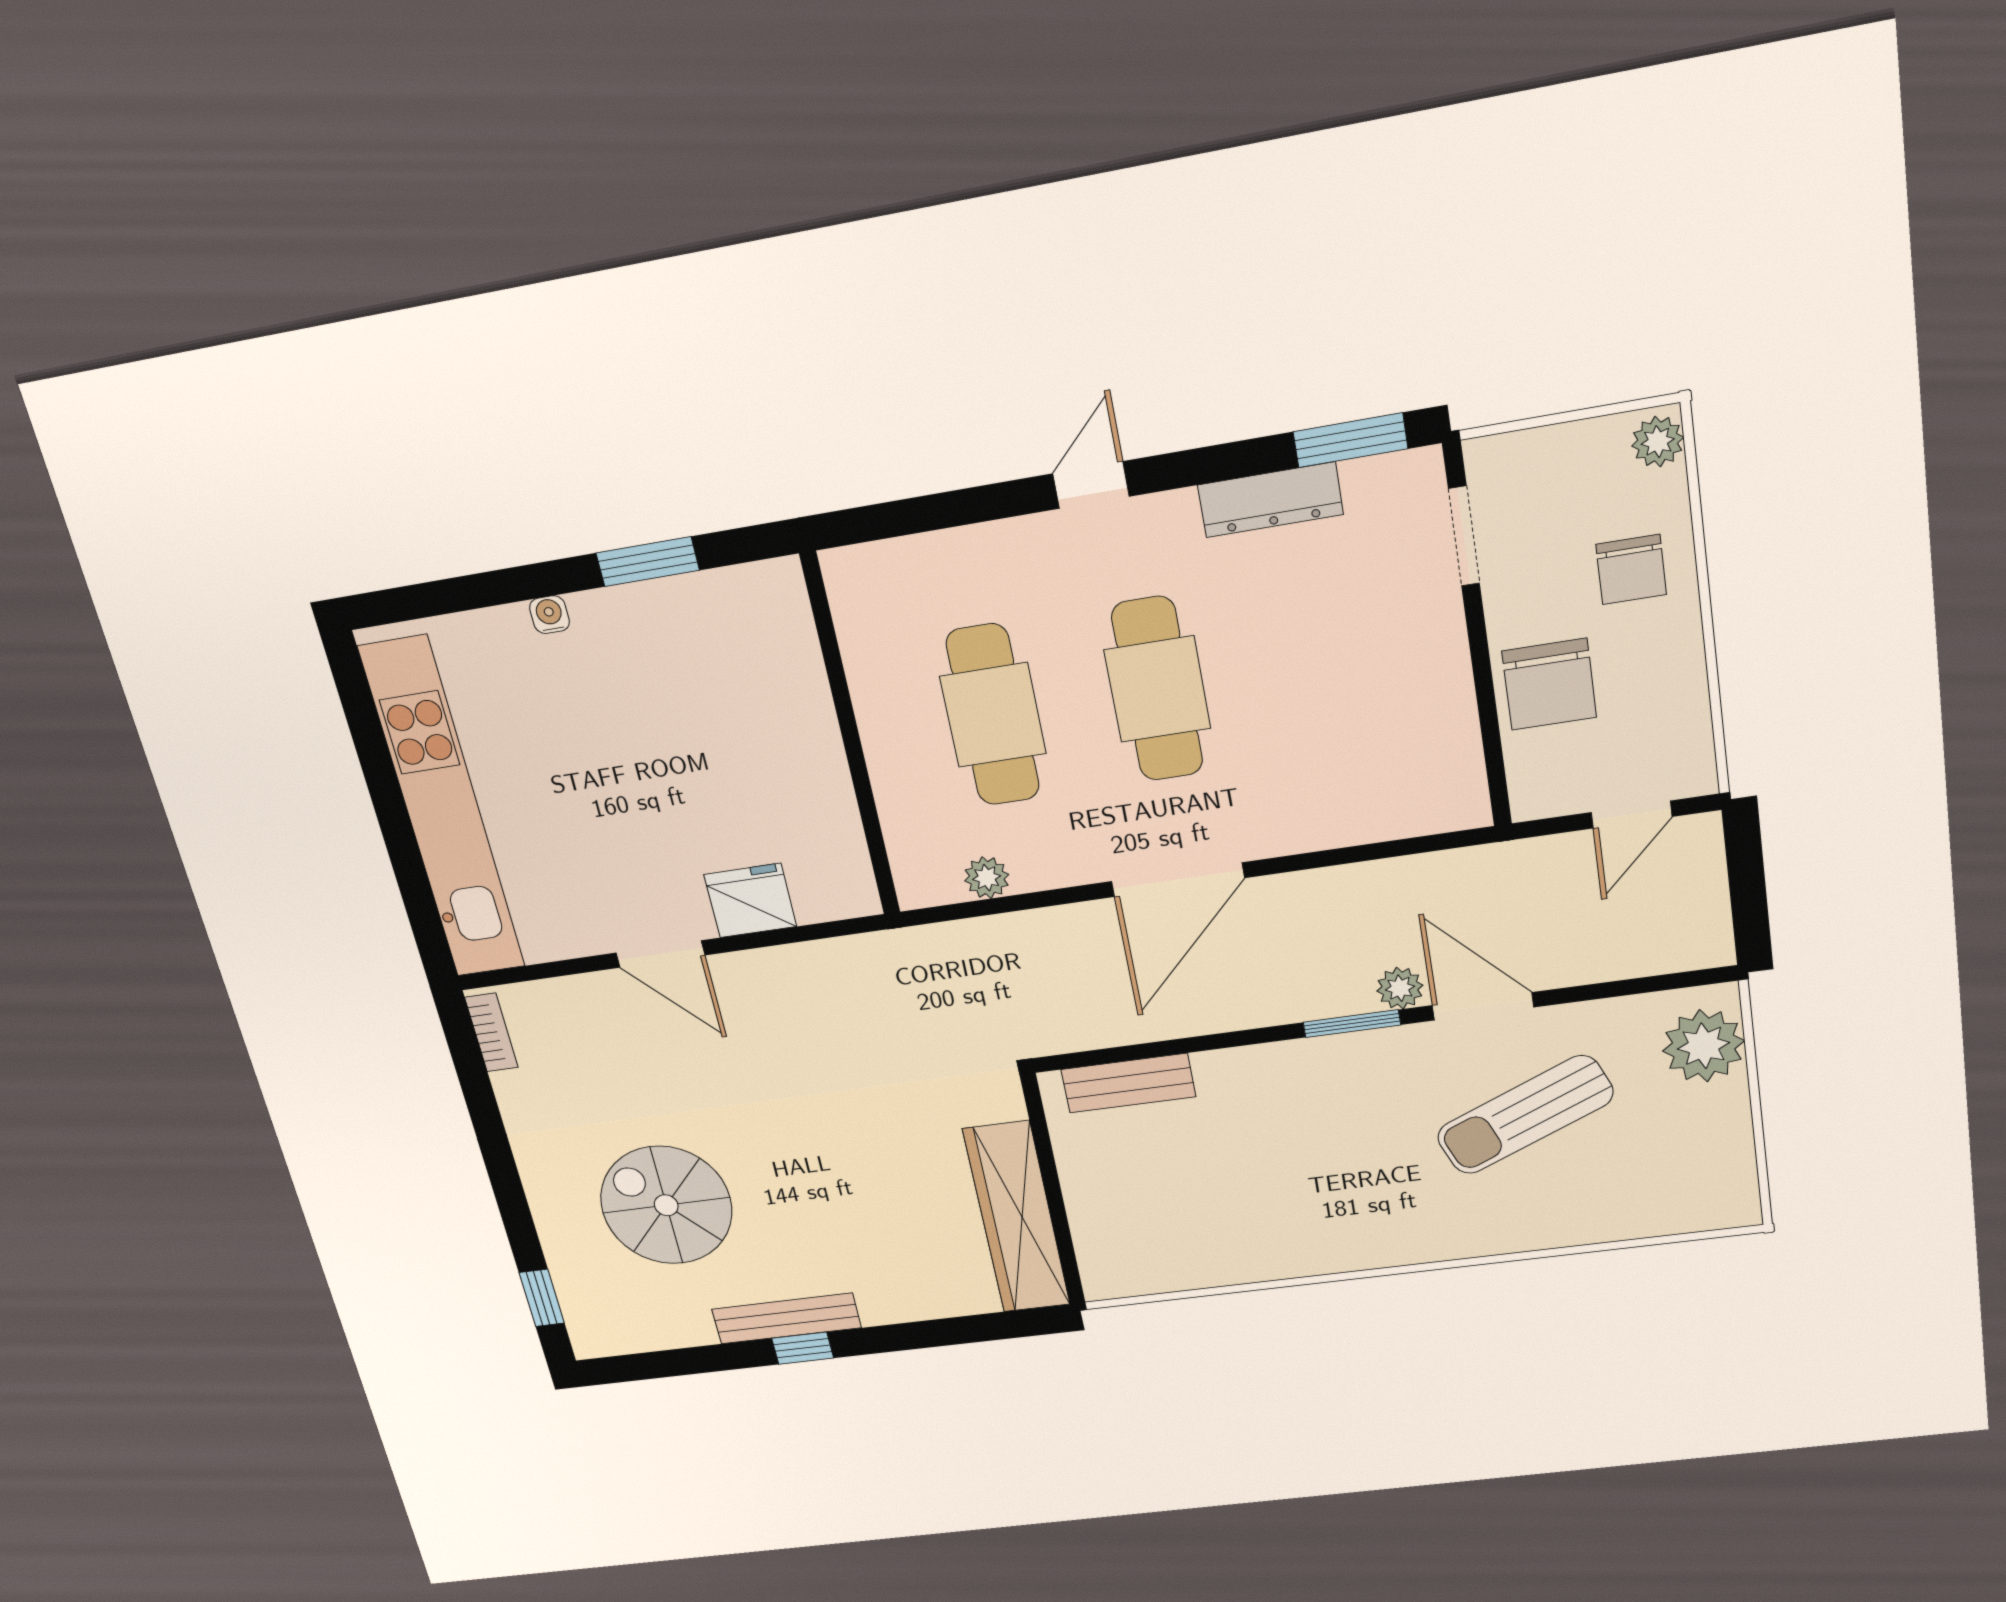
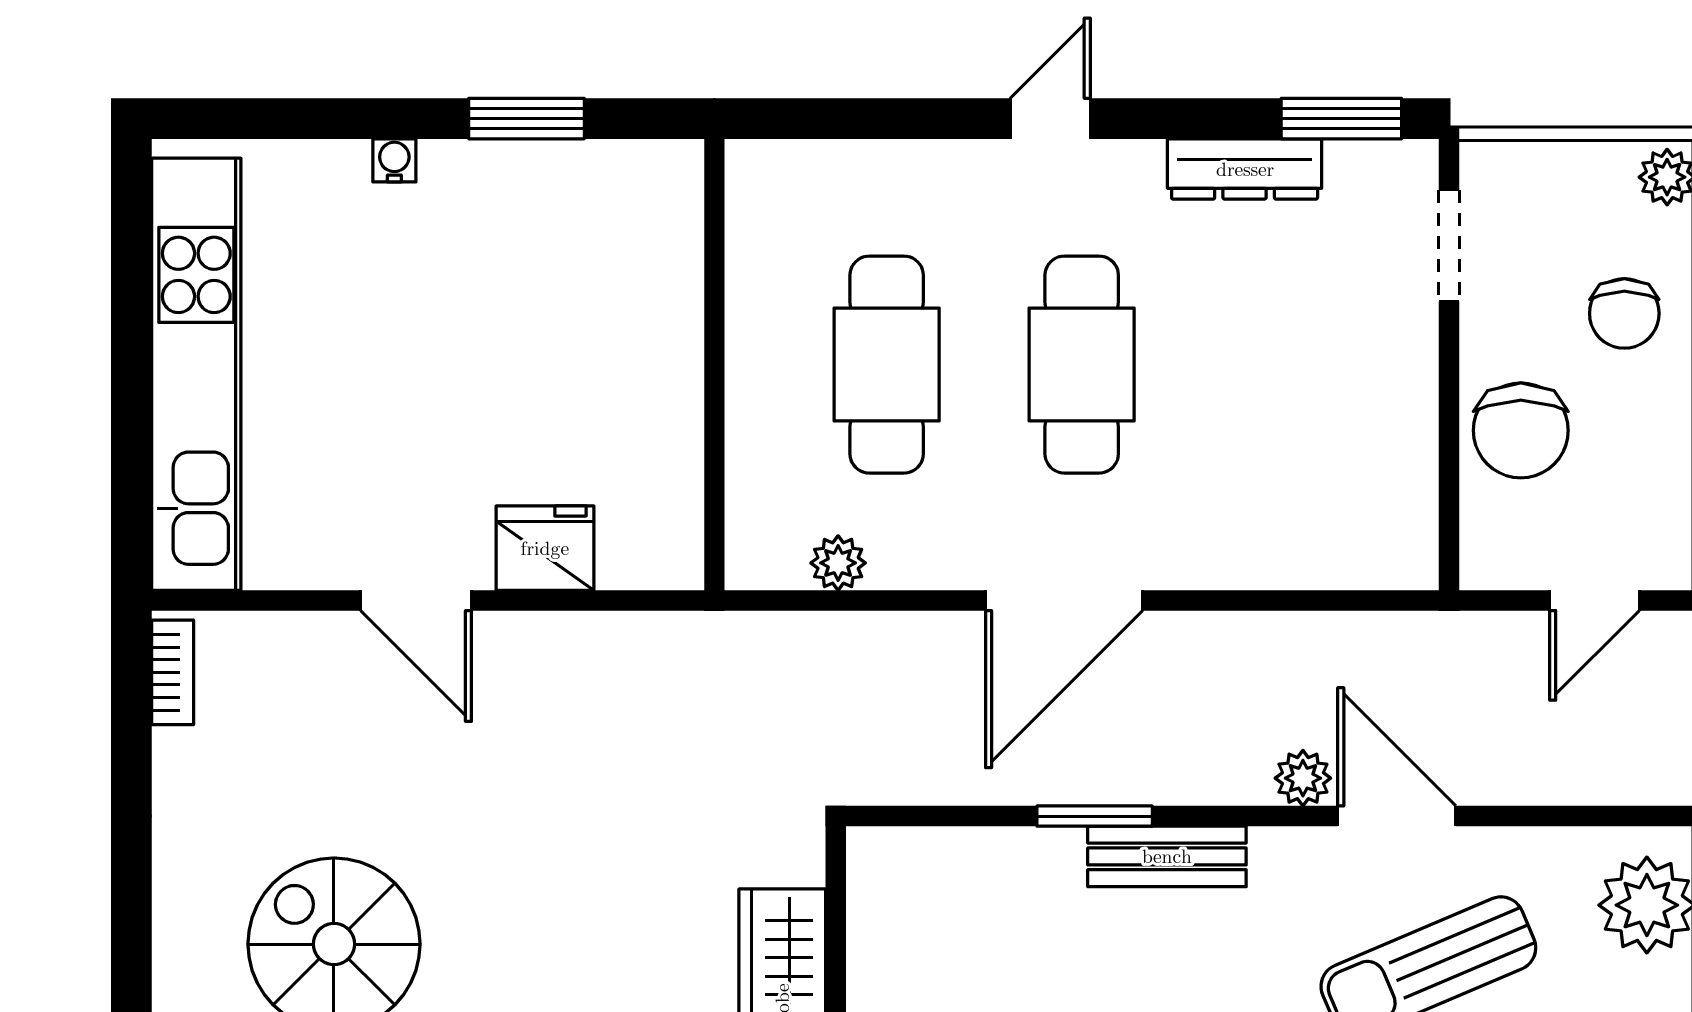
window: (1352, 1024) -> (1095, 816), moved
bench: (1128, 1083) -> (1167, 856), moved

